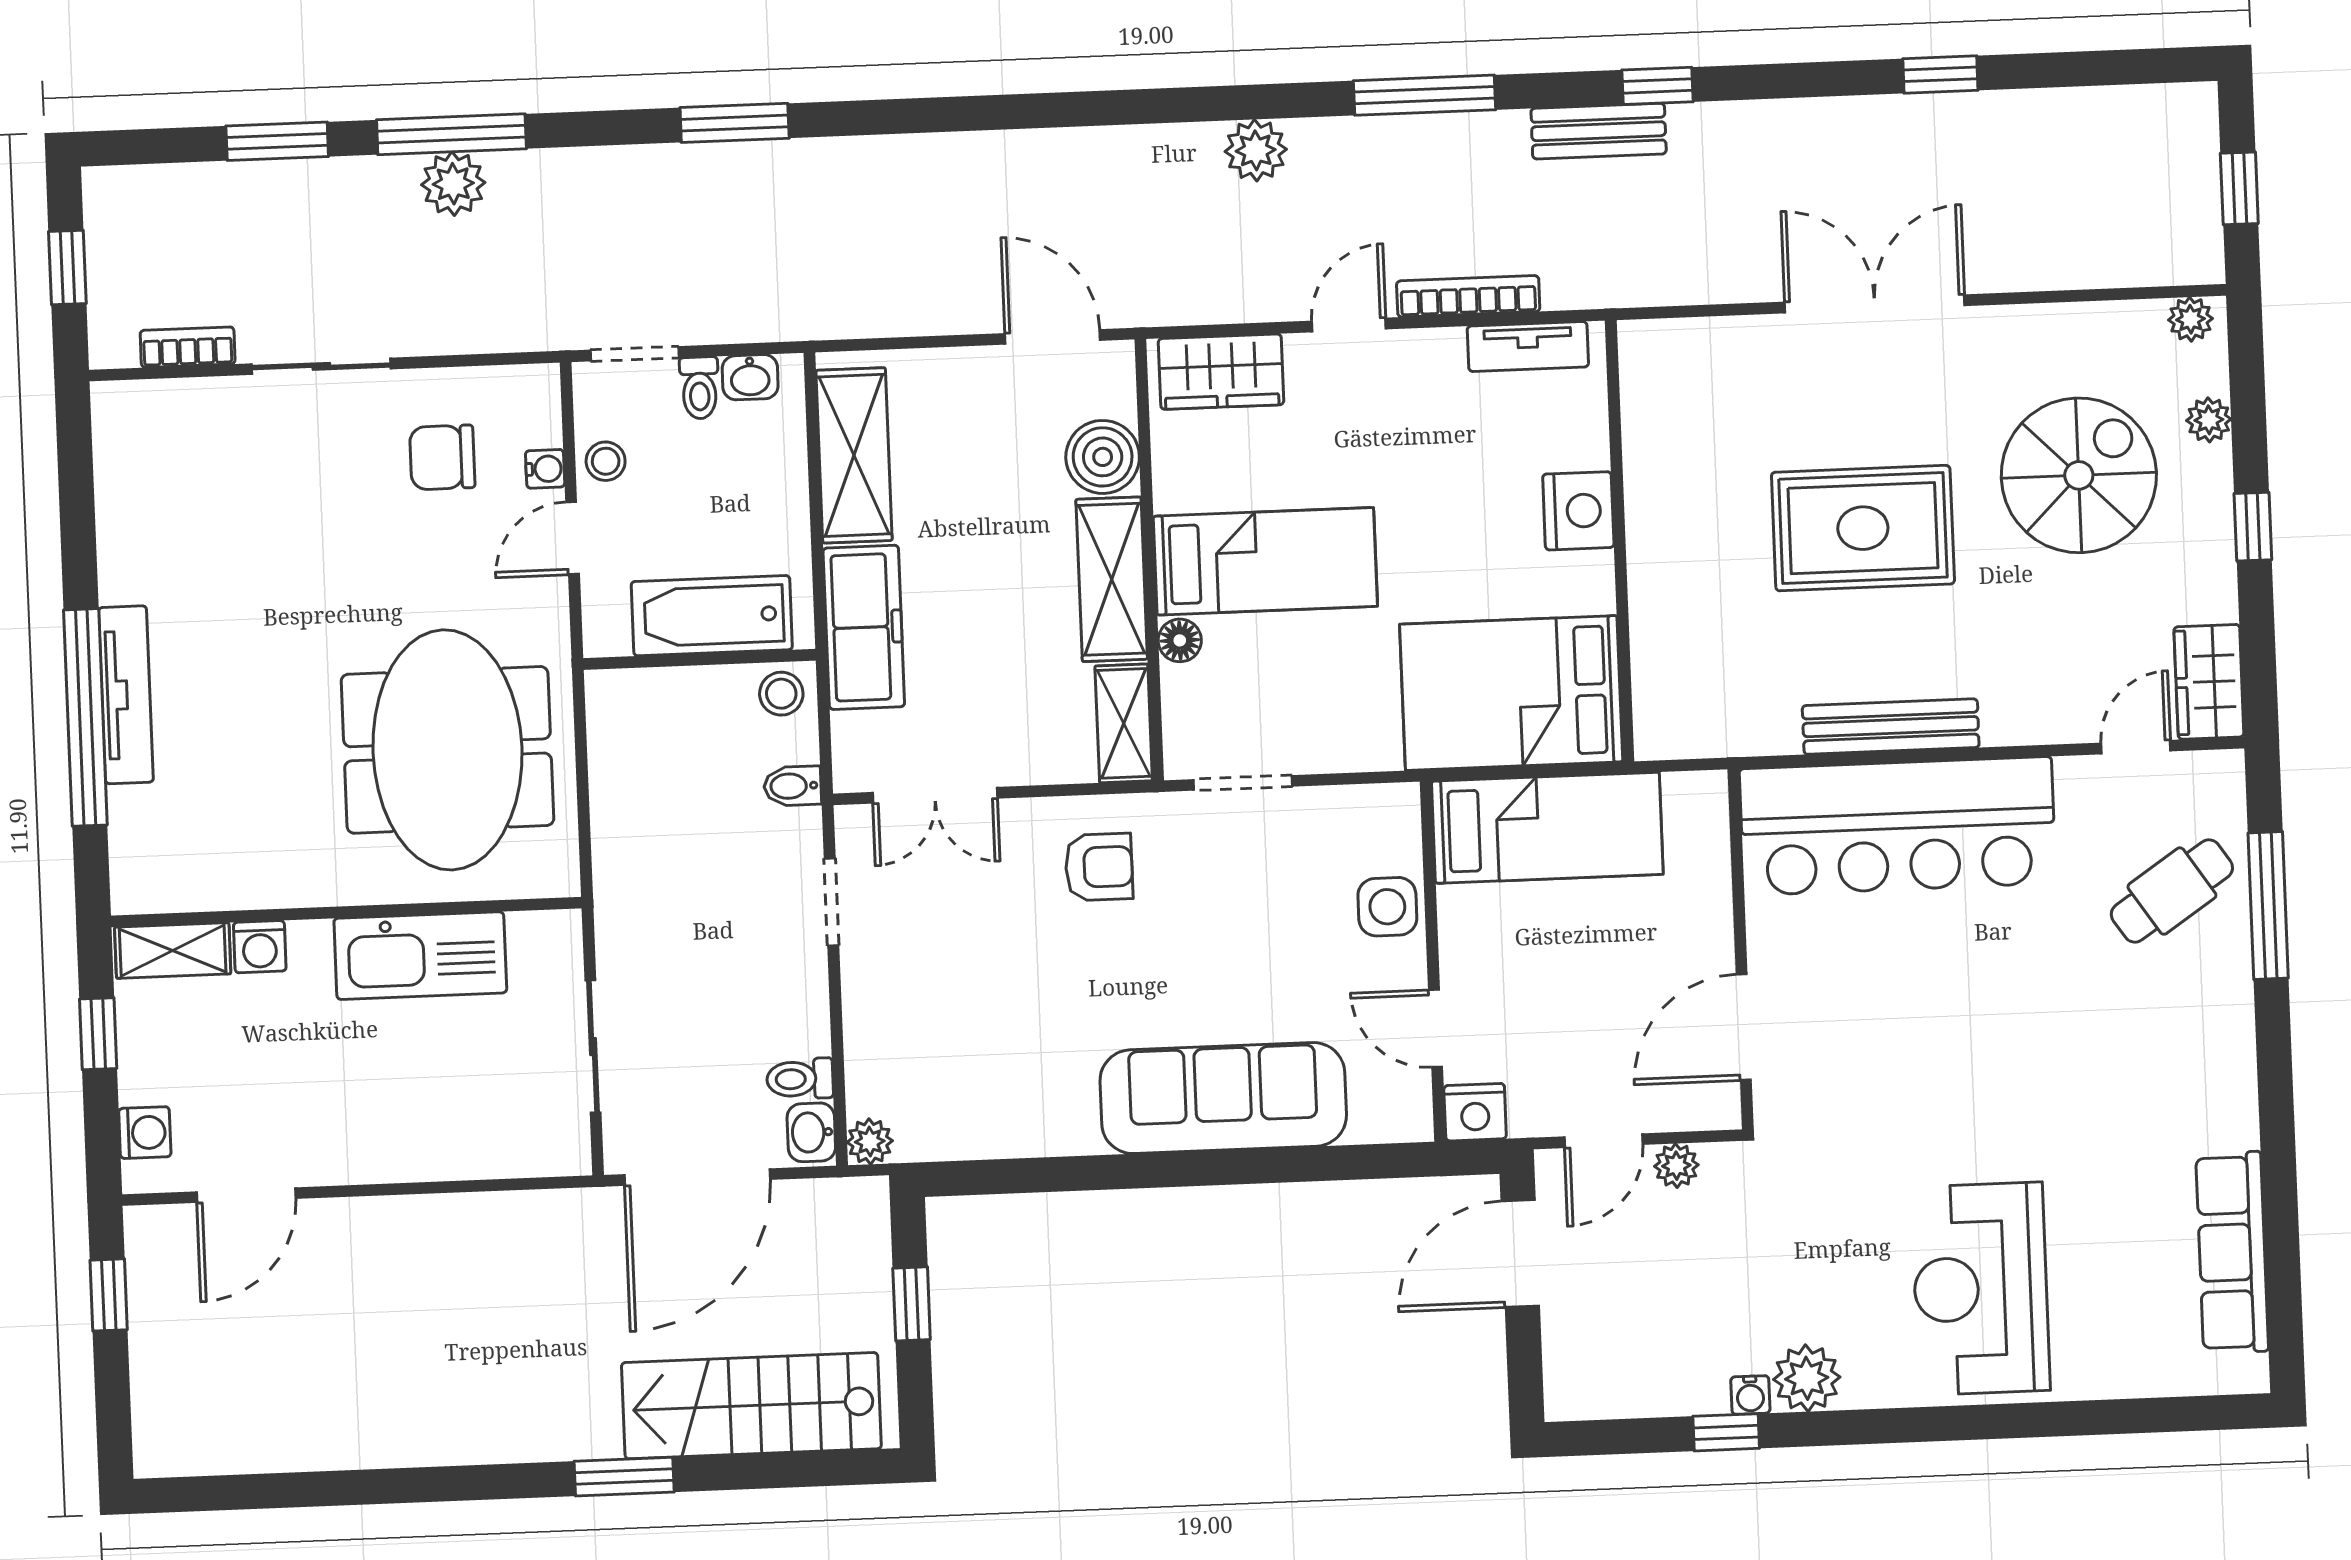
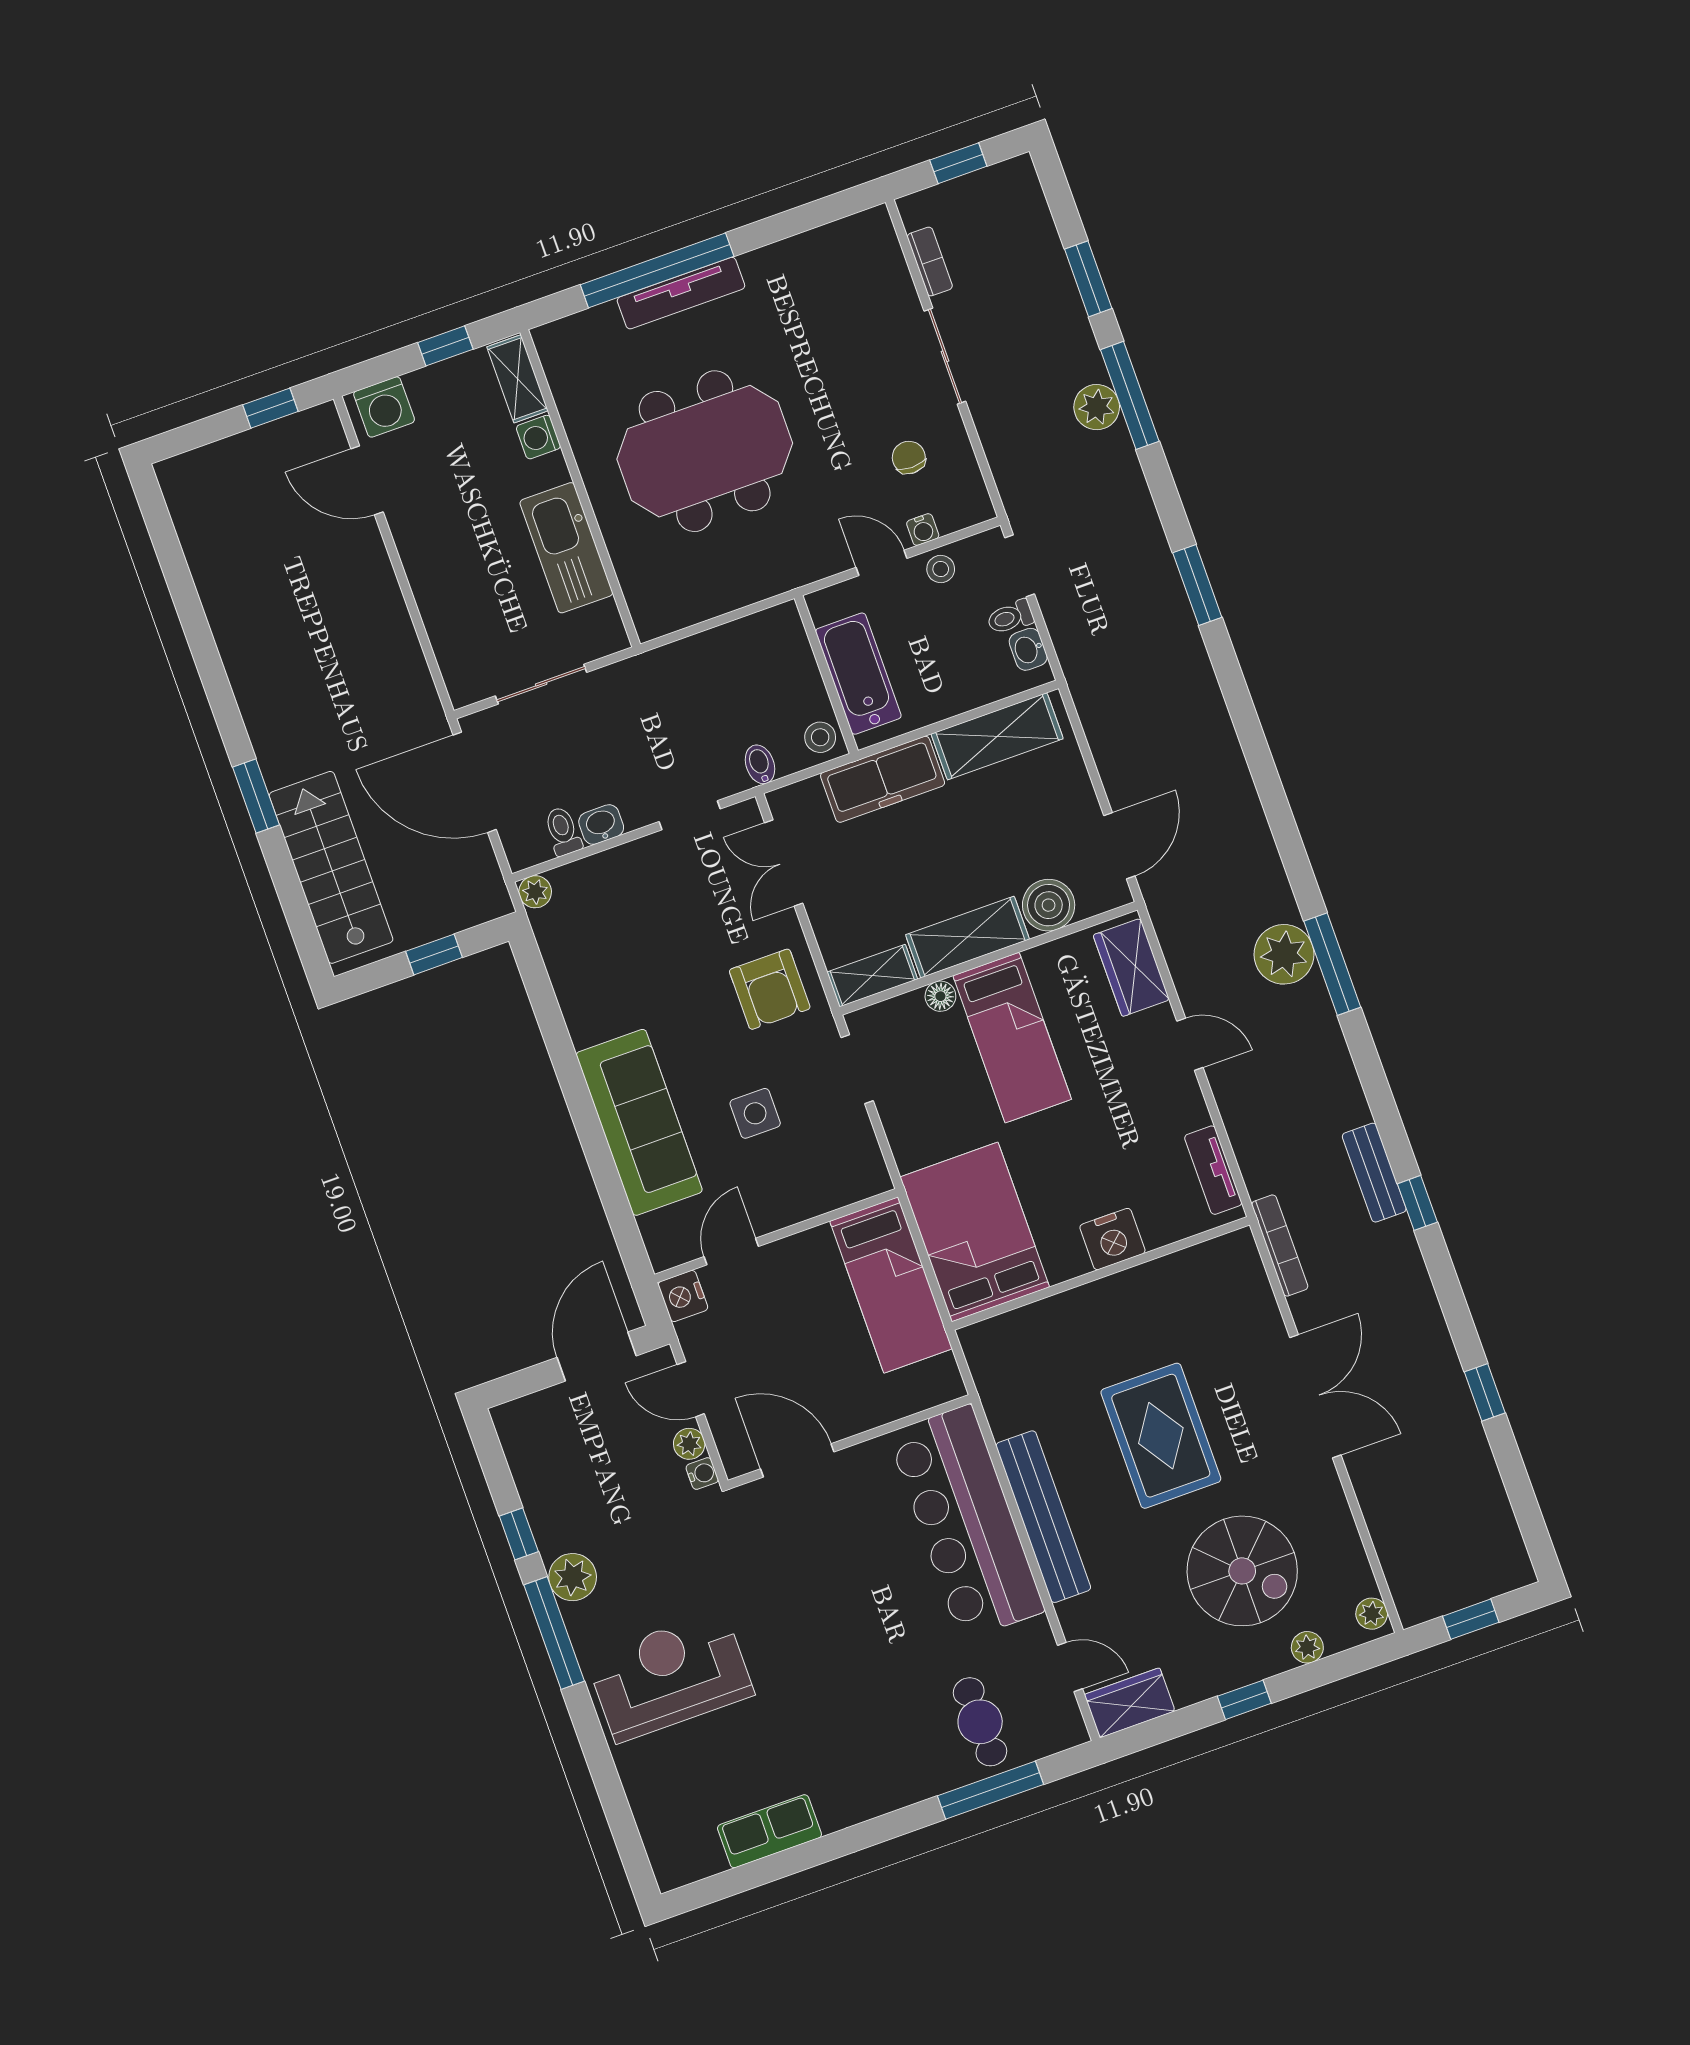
window: (1425, 95) -> (1332, 964), moved
plant: (1256, 150) -> (1284, 954), width x1.36, depth x1.36
bookcase: (1468, 296) -> (1280, 1246), moved
chair: (442, 457) -> (909, 457), width x0.73, depth x0.73
bench: (1891, 727) -> (1043, 1517), width x1.37, depth x1.21
meeting table: (447, 750) -> (705, 451), moved
armchair: (1099, 867) -> (770, 989), width x1.38, depth x1.38
cafe table: (2172, 891) -> (980, 1722), turned 33
side table: (1387, 907) -> (755, 1113), moved
washbasin: (811, 1132) -> (601, 825), moved
washing machine: (145, 1133) -> (384, 407), width x1.38, depth x1.38
row of seats: (2232, 1252) -> (769, 1831), width x0.68
door: (1520, 1254) -> (597, 1357), hinge flipped
water cooler: (1750, 1395) -> (702, 1474), moved, turned 180
window: (1874, 1426) -> (554, 1633), added

